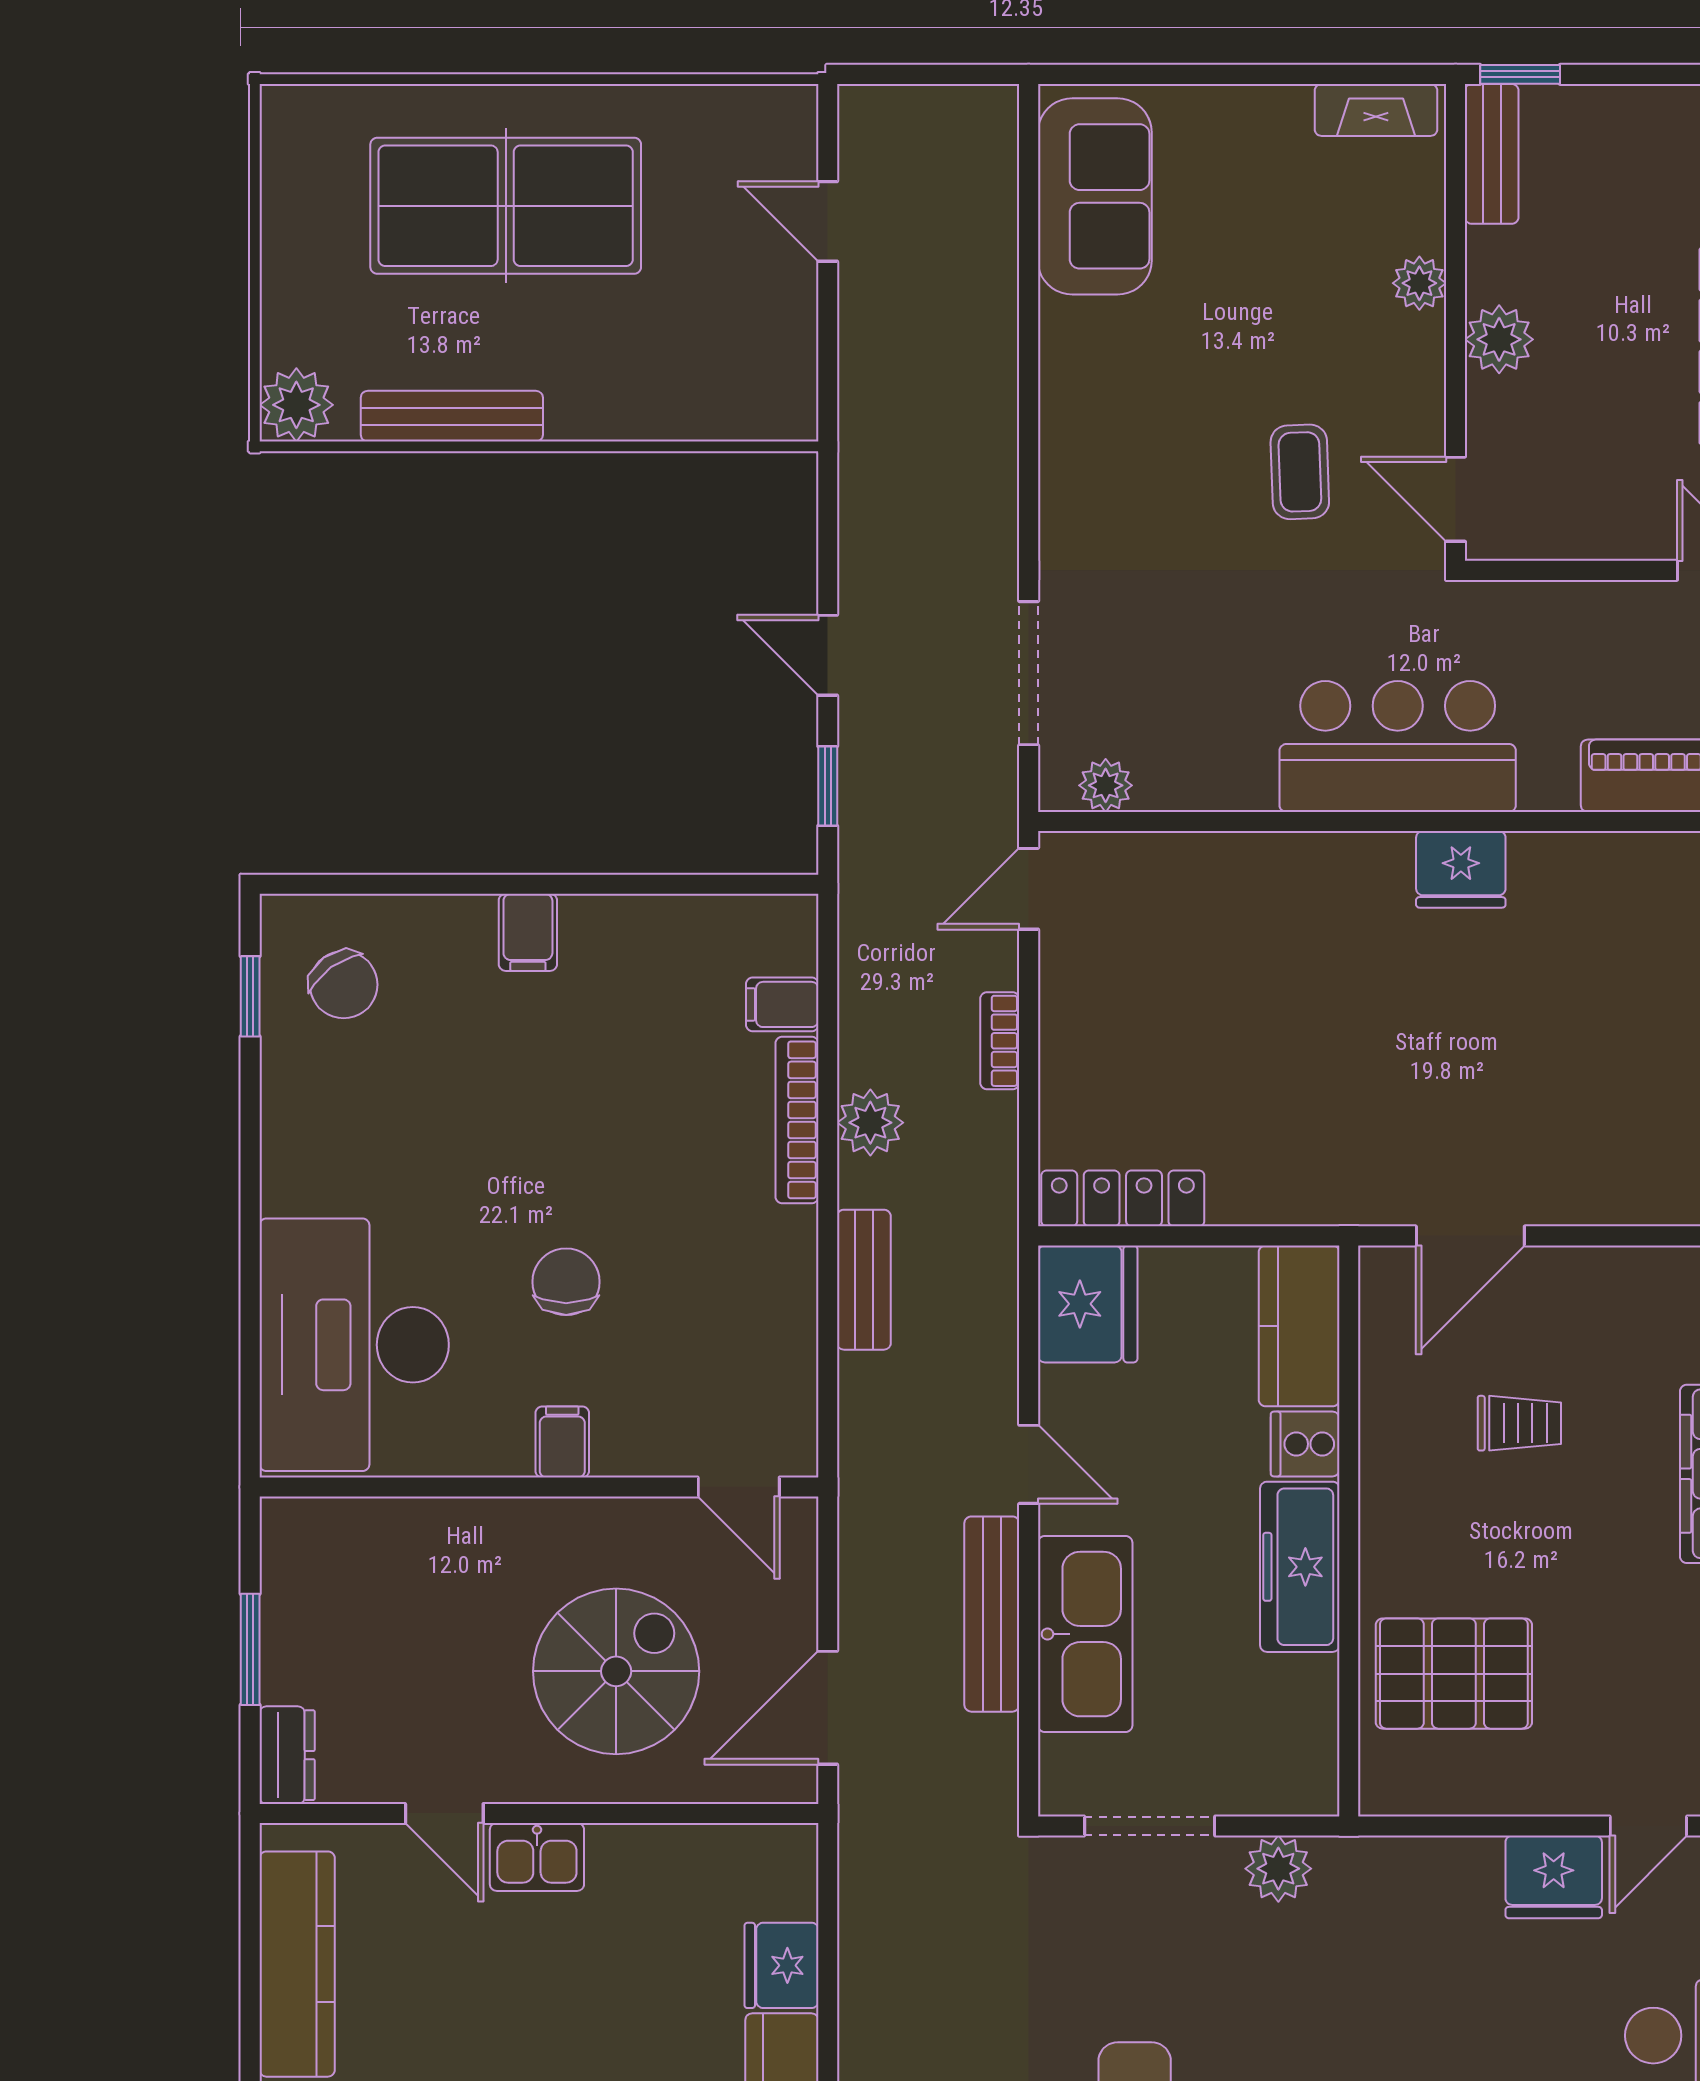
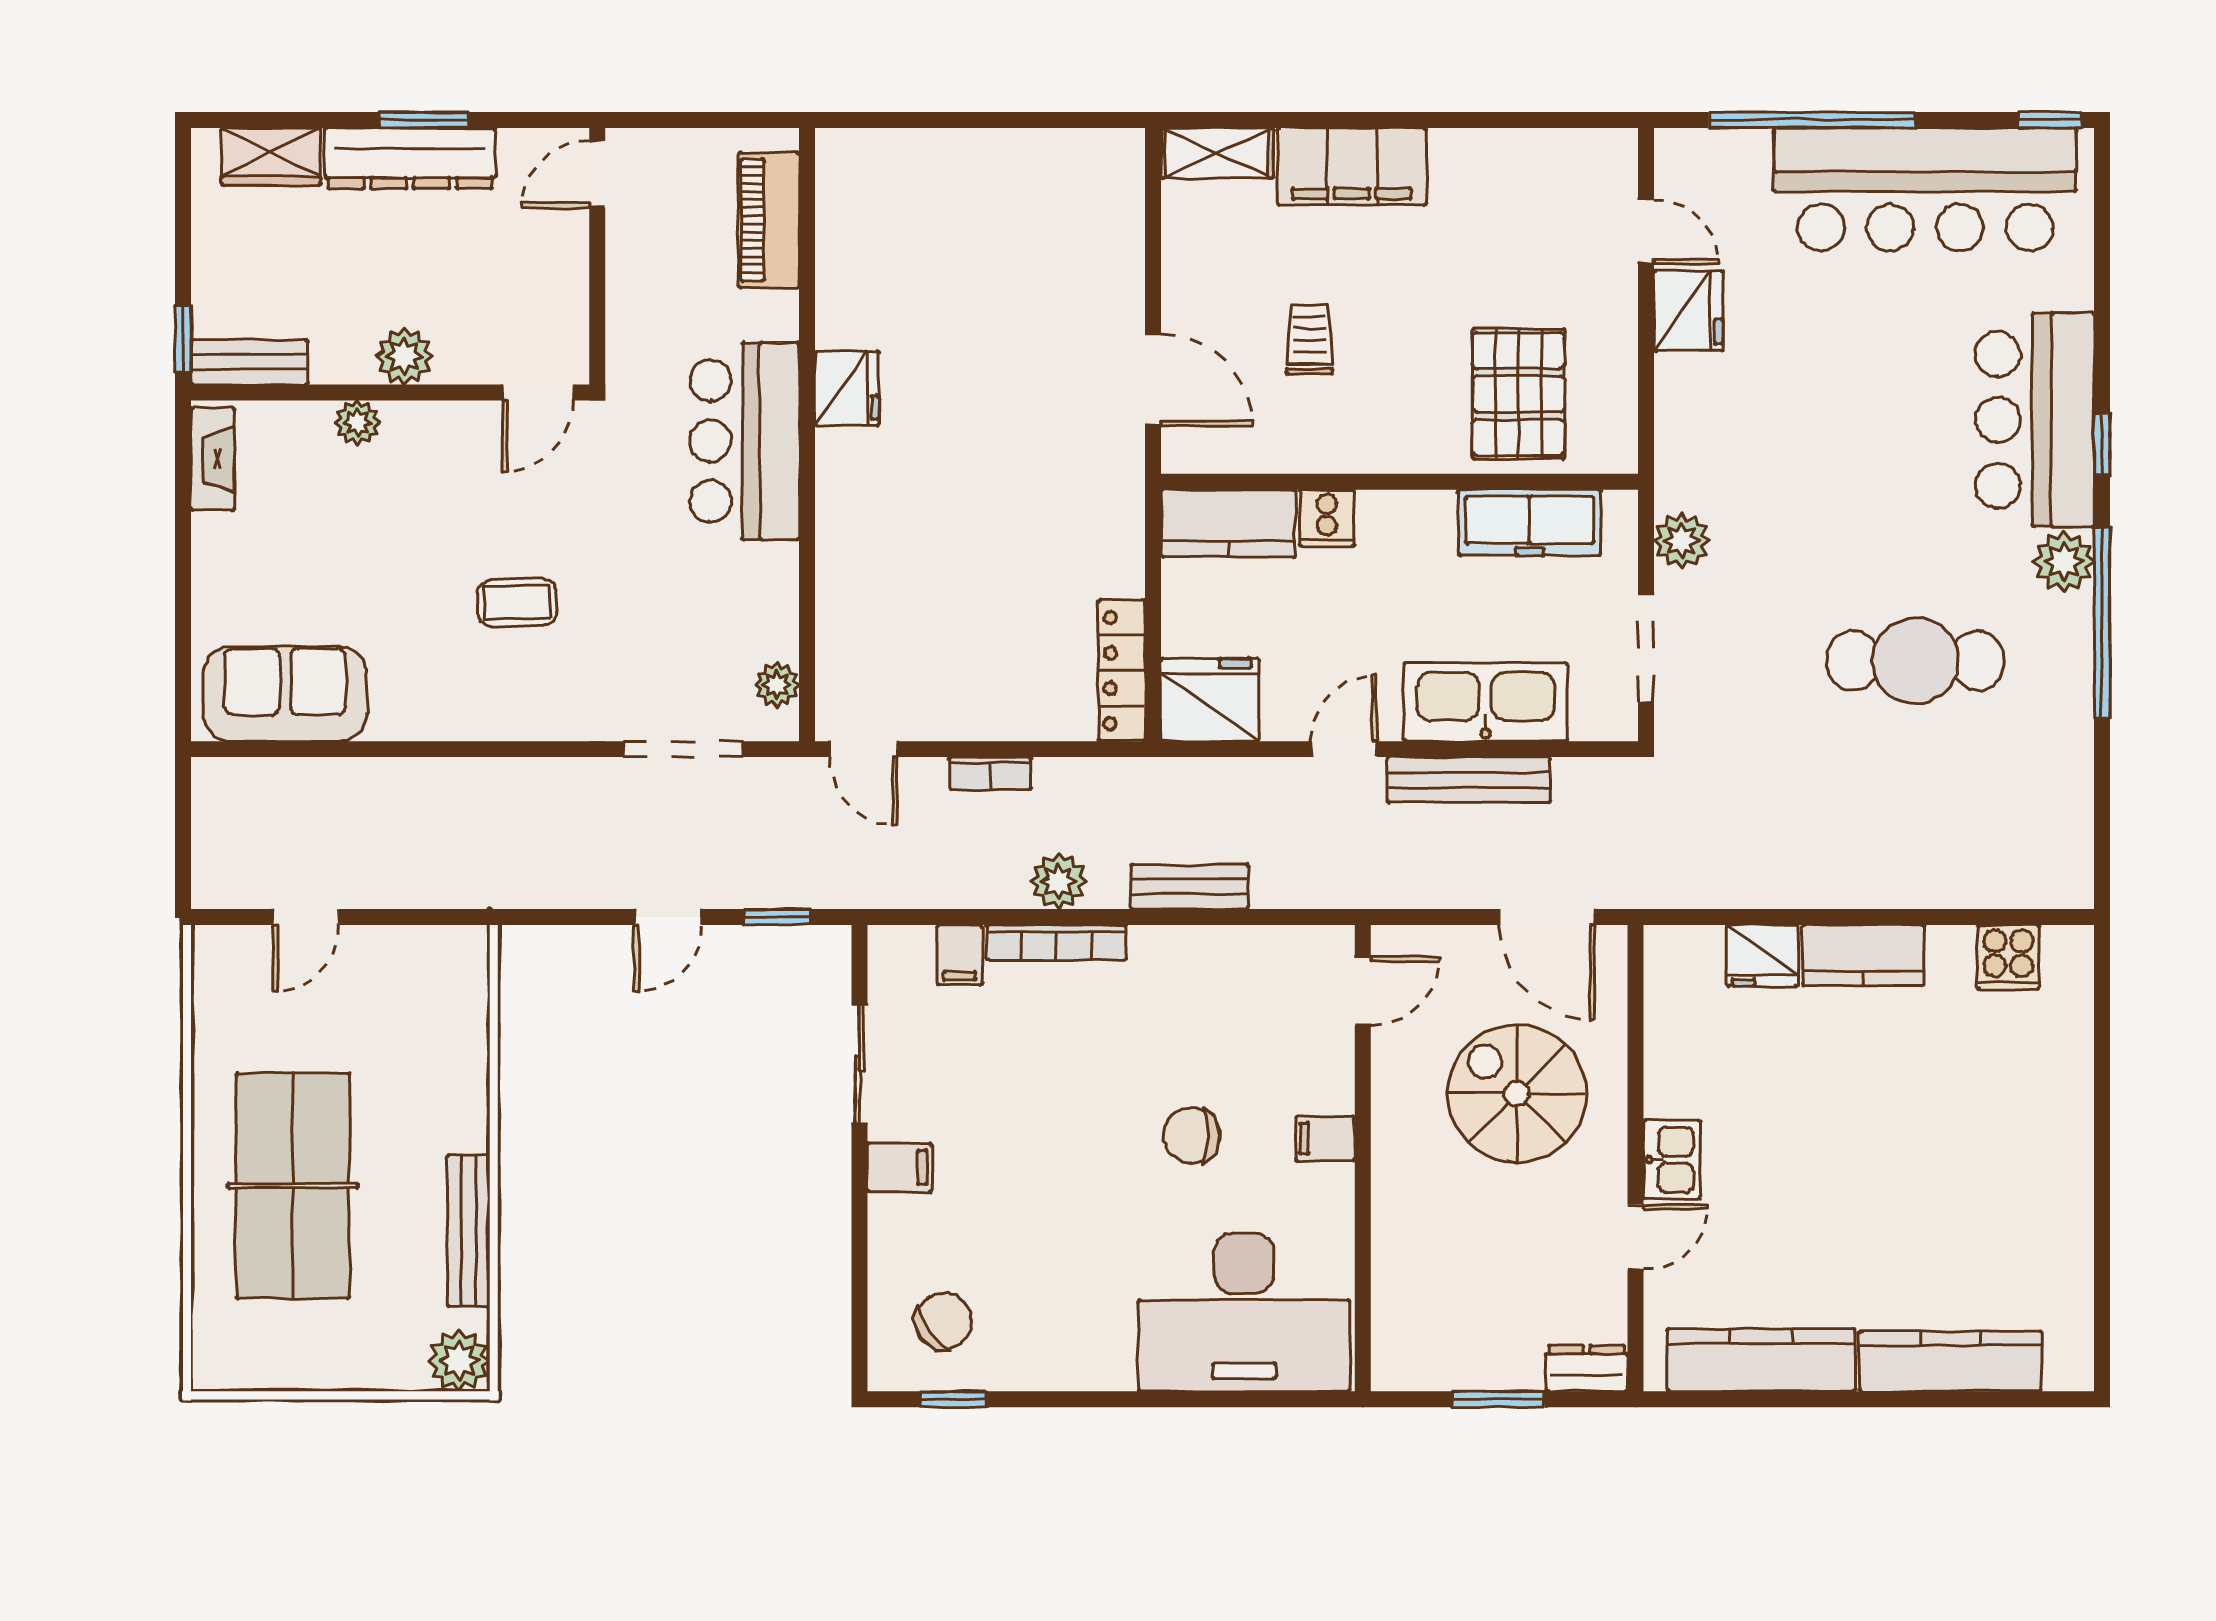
coffee table: (1300, 472) -> (517, 603), moved
sliding door: (652, 884) -> (859, 1064), added
freezer: (1300, 1567) -> (1530, 523), moved

